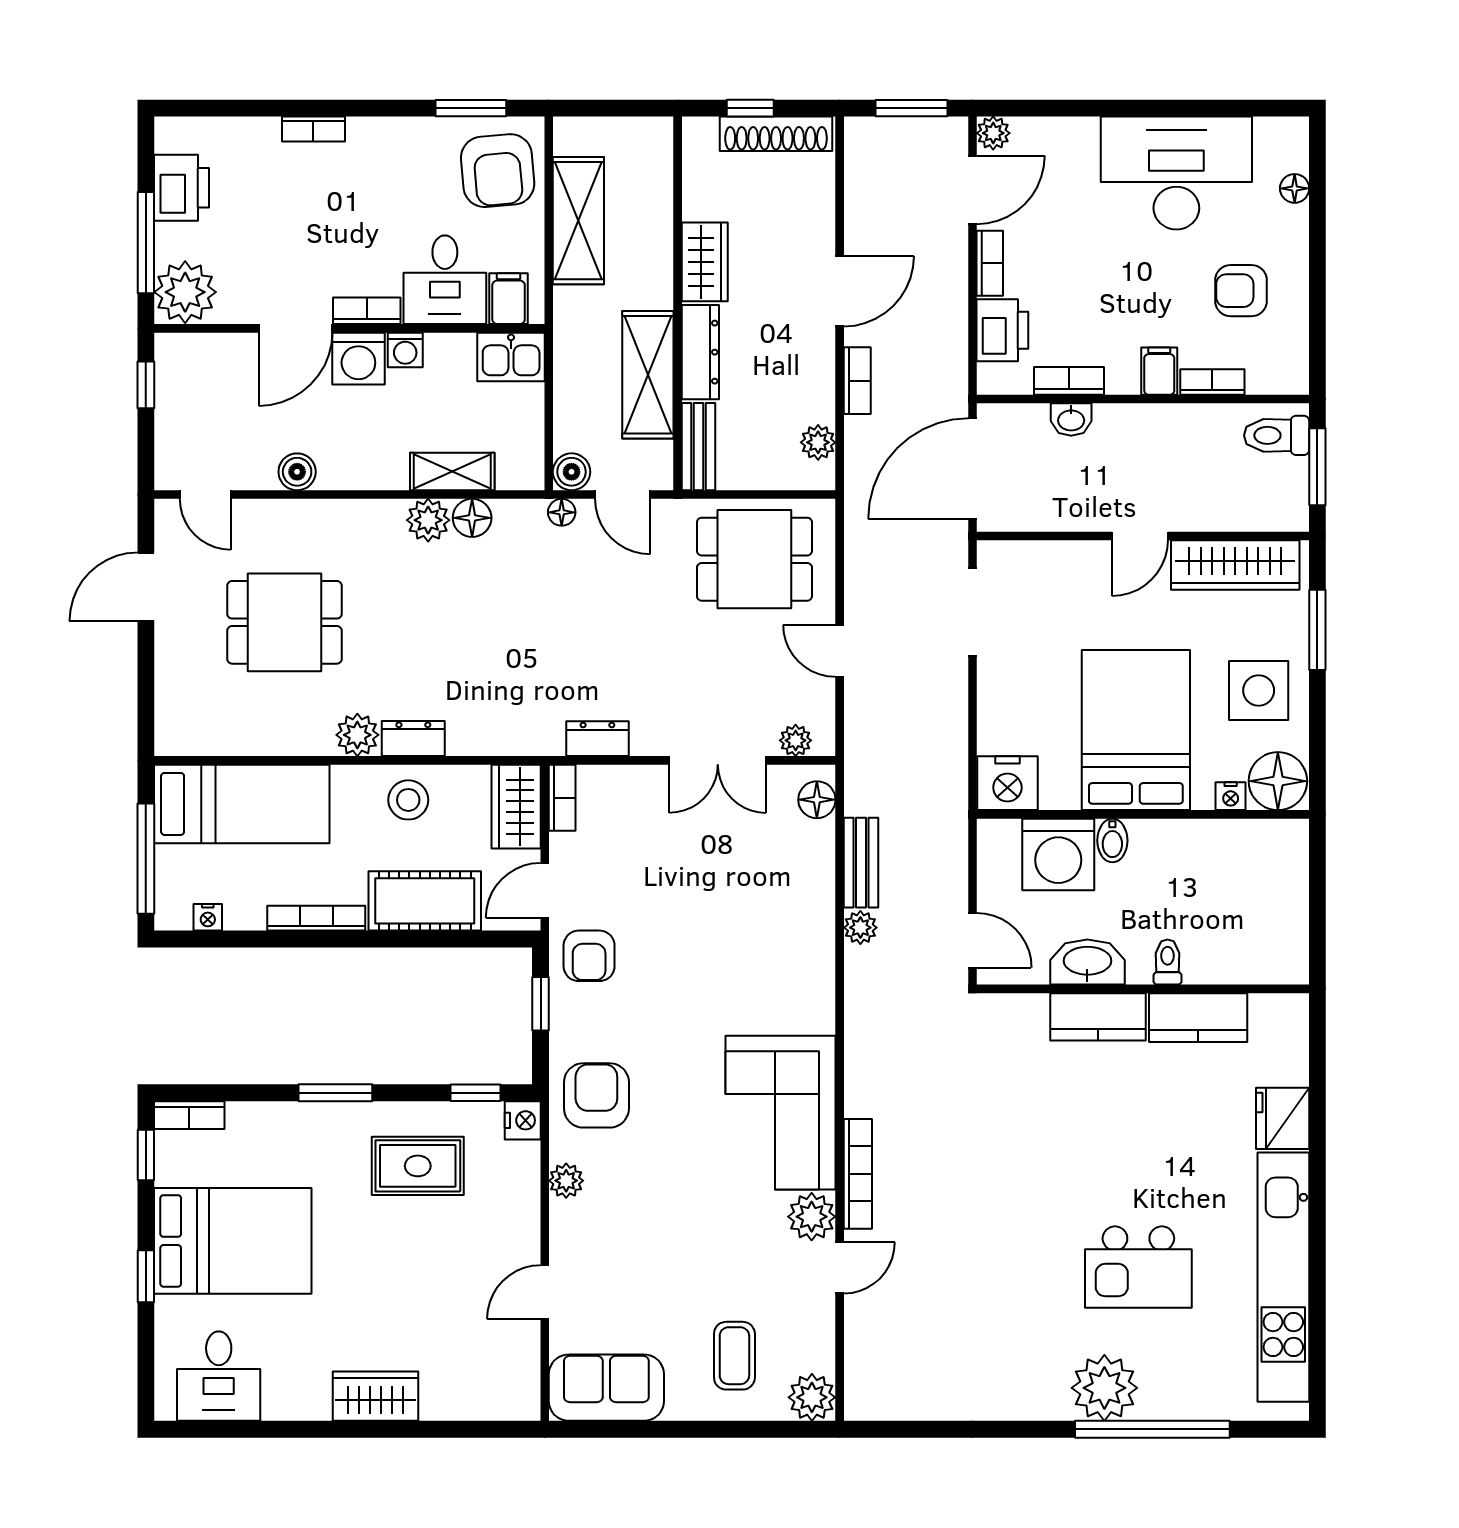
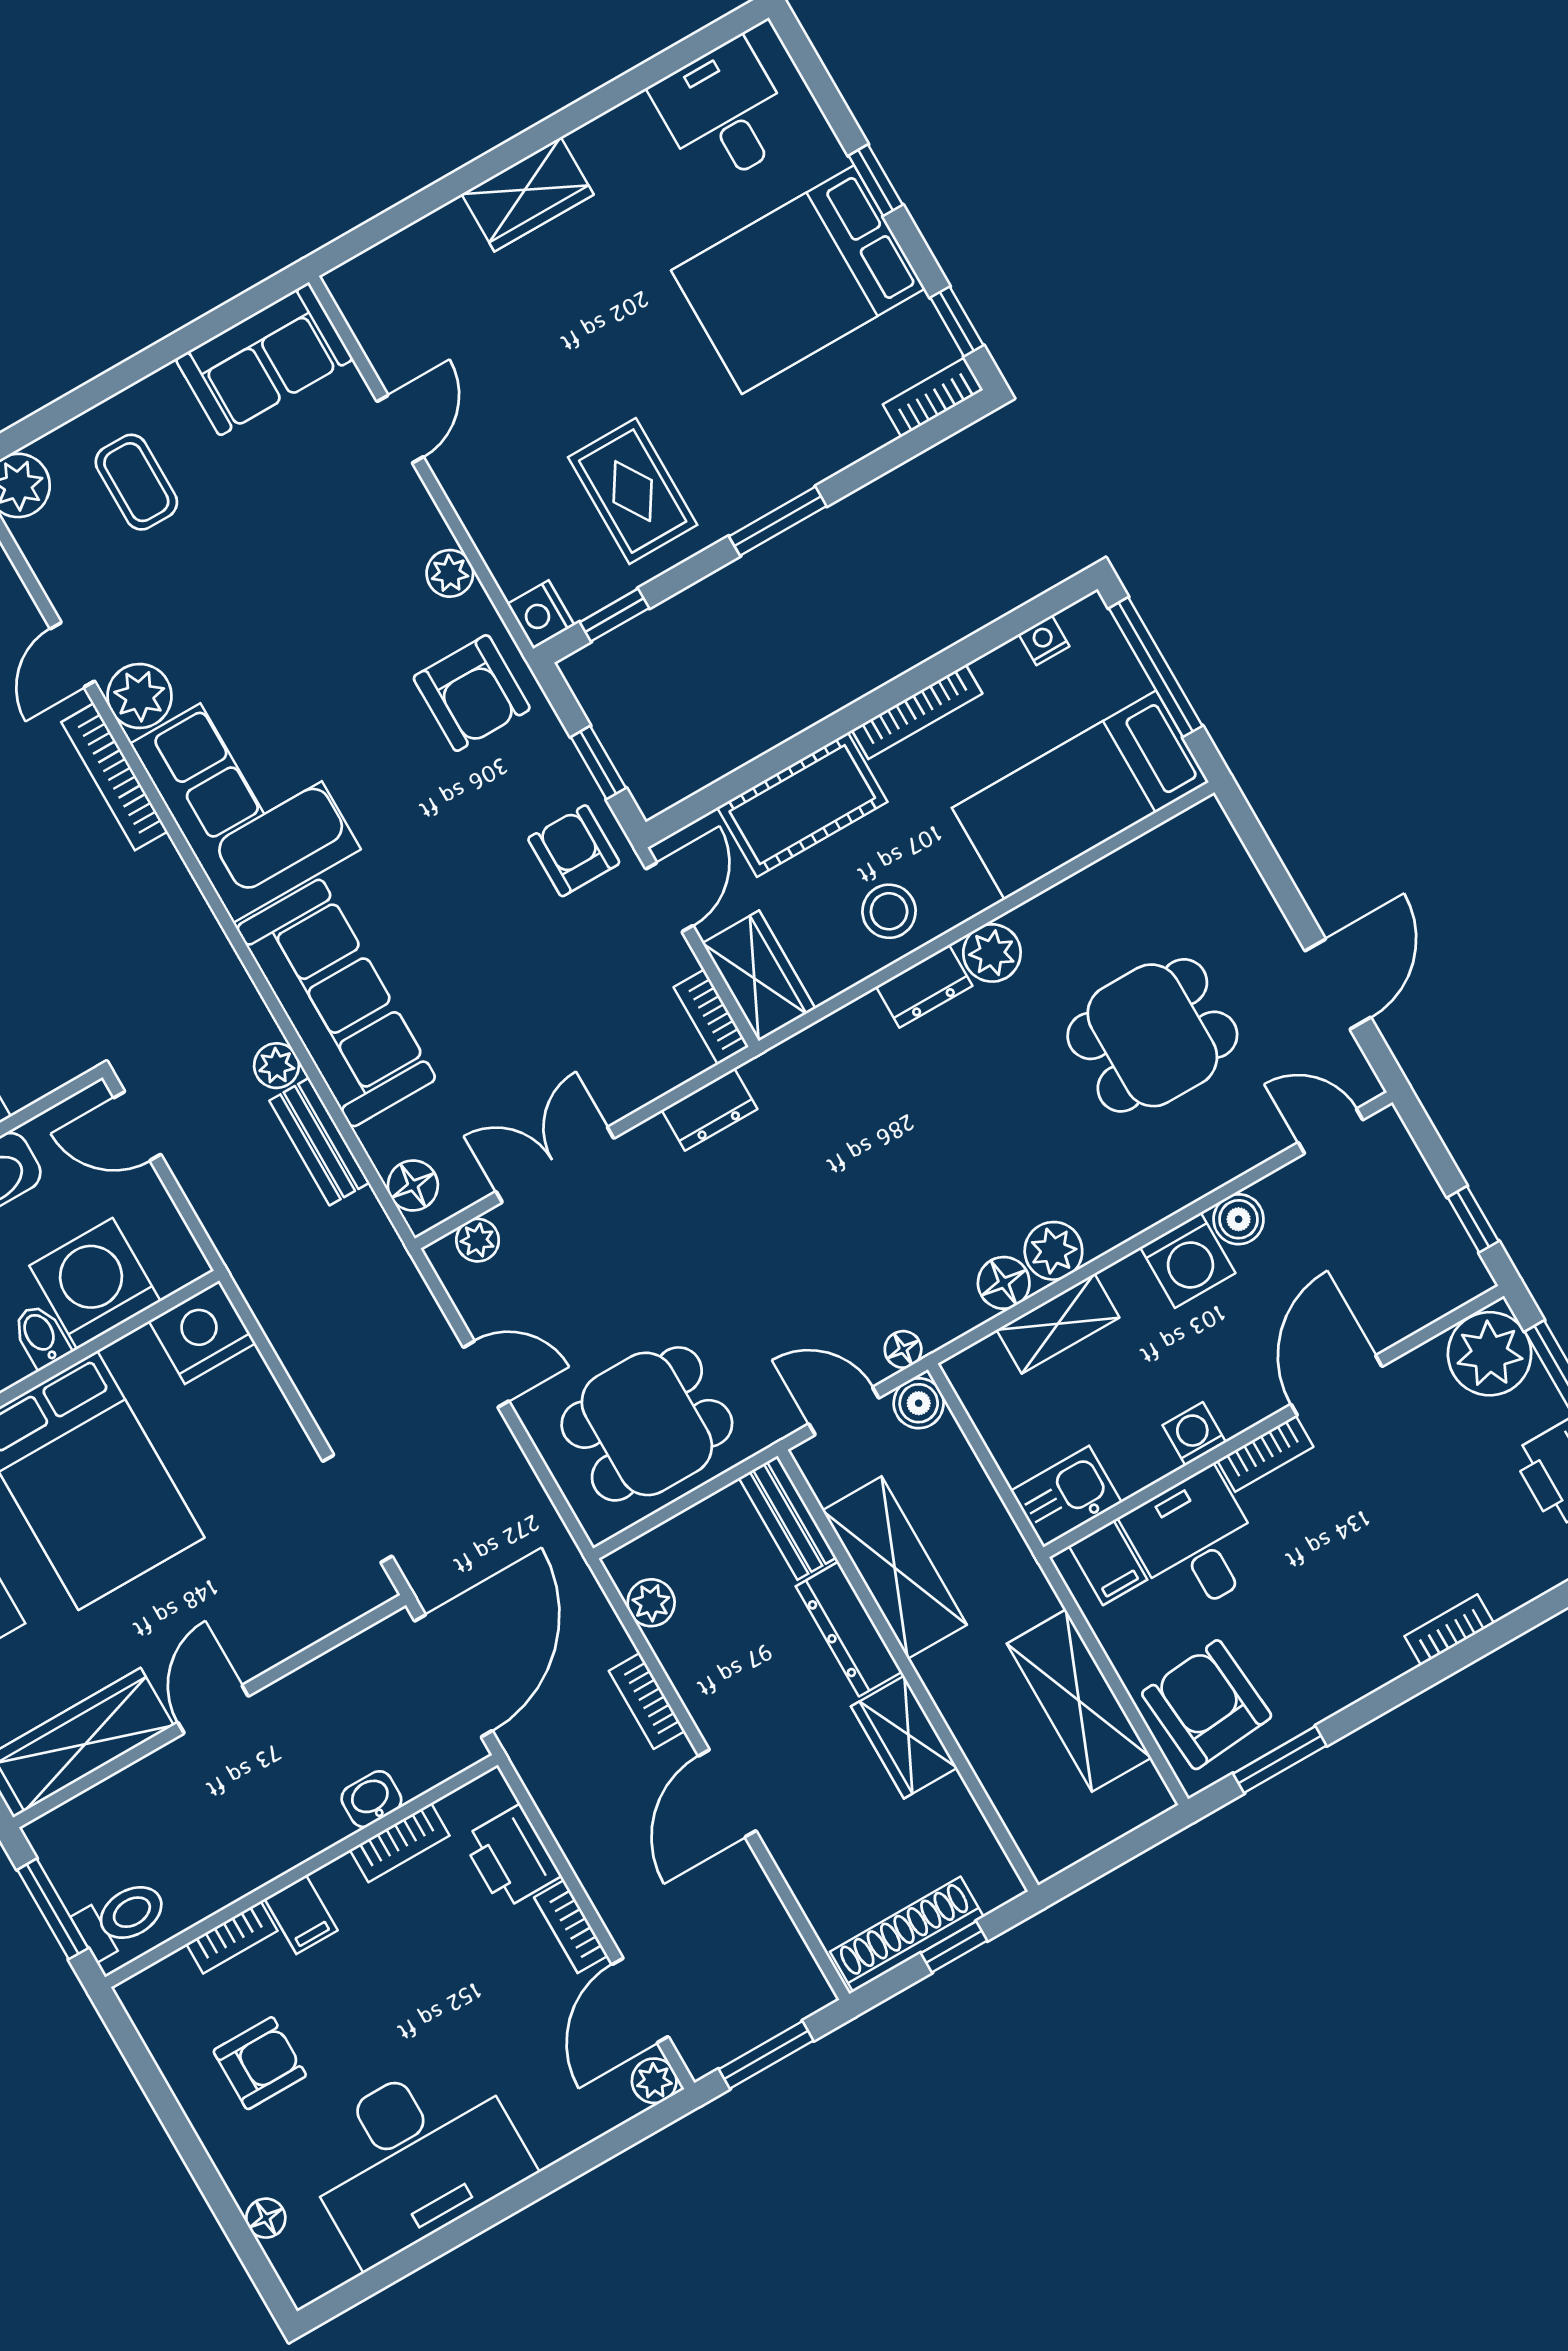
washing machine: (358, 359) -> (1188, 1260), moved, turned 180
sofa: (799, 946) -> (336, 1003), added
rug: (418, 1166) -> (633, 491), turned 90

